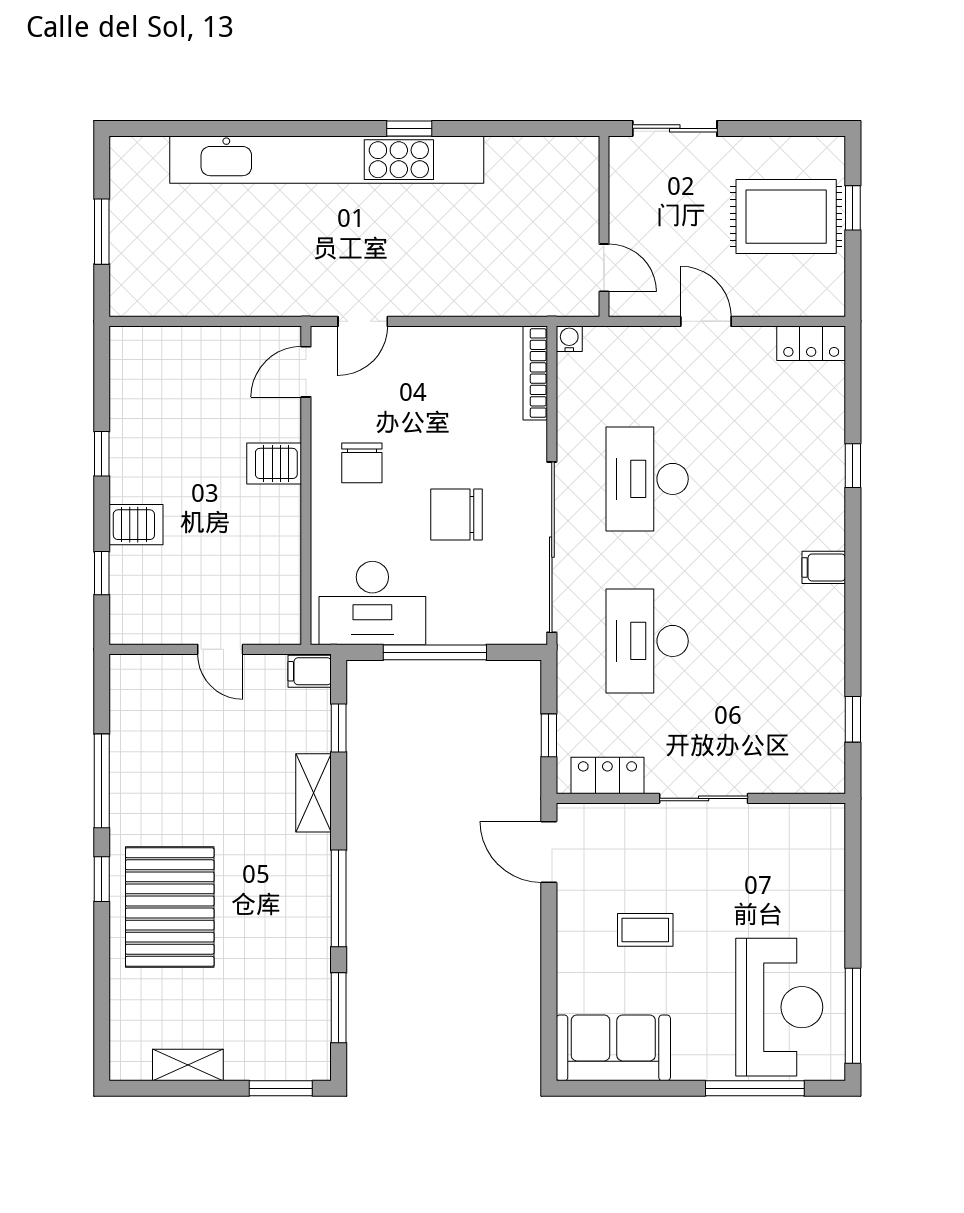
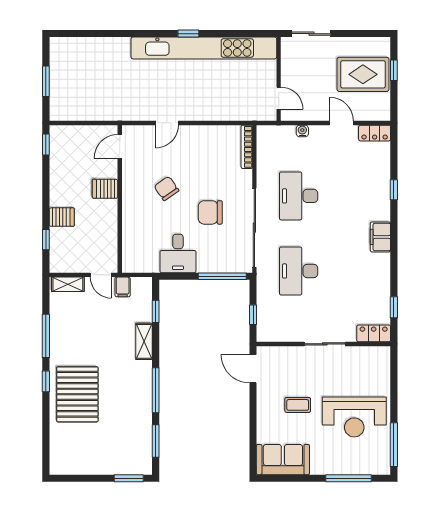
kitchen unit: (327, 160) -> (204, 48), moved
door: (706, 321) -> (342, 123), moved
water cooler: (569, 339) -> (302, 131), moved
door: (306, 372) -> (120, 146), moved
window: (102, 454) -> (46, 145), moved
server rack: (274, 463) -> (105, 189), moved
chair: (362, 463) -> (166, 188), turned 145
wall: (306, 485) -> (120, 199), moved
filing cabinet: (824, 567) -> (380, 237), width x2.00
desk: (372, 603) -> (178, 253), width x0.73
window: (435, 652) -> (222, 276), moved
filing cabinet: (310, 671) -> (123, 287), moved, turned -90
locker: (607, 776) -> (374, 333), moved
reception desk: (779, 1007) -> (354, 417), moved, turned 90
shelving: (188, 1065) -> (68, 284), moved

